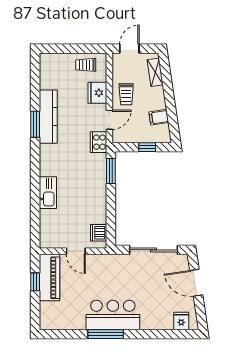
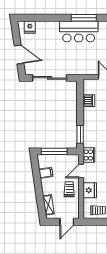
window: (147, 147) -> (54, 151), width x2.17
dishwasher: (99, 233) -> (89, 101), moved

